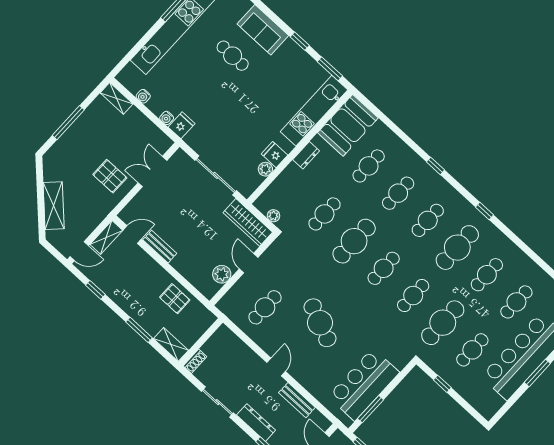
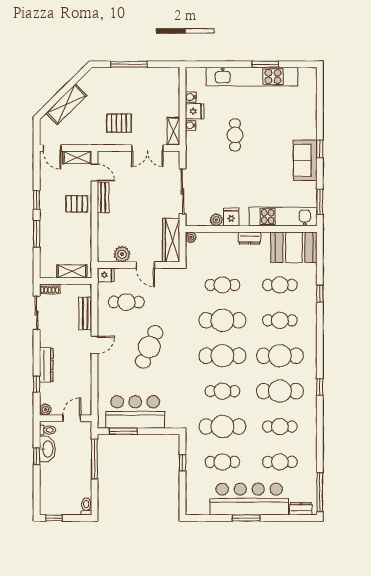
sofa: (263, 30) -> (305, 160), moved
window: (300, 41) -> (320, 149), moved
cafe table: (233, 56) -> (235, 135), moved
shelving: (117, 98) -> (173, 131), moved
fridge: (182, 125) -> (195, 111), moved
window: (435, 166) -> (320, 294), moved
double door: (152, 172) -> (147, 148), swing flipped
pallet: (110, 176) -> (119, 123), turned 90
plant: (273, 216) -> (191, 237), moved
cafe table: (428, 220) -> (280, 356), width x1.37, depth x1.35
door: (249, 263) -> (145, 265), swing flipped
cafe table: (384, 268) -> (222, 356), width x1.37, depth x1.35
window: (95, 290) -> (37, 200), moved
pallet: (175, 299) -> (77, 204), moved, turned 90
fridge: (226, 304) -> (106, 275), added
shelving: (171, 344) -> (72, 271), moved, turned 90
bench: (297, 400) -> (85, 313), moved
sliding door: (217, 402) -> (37, 313), moved

